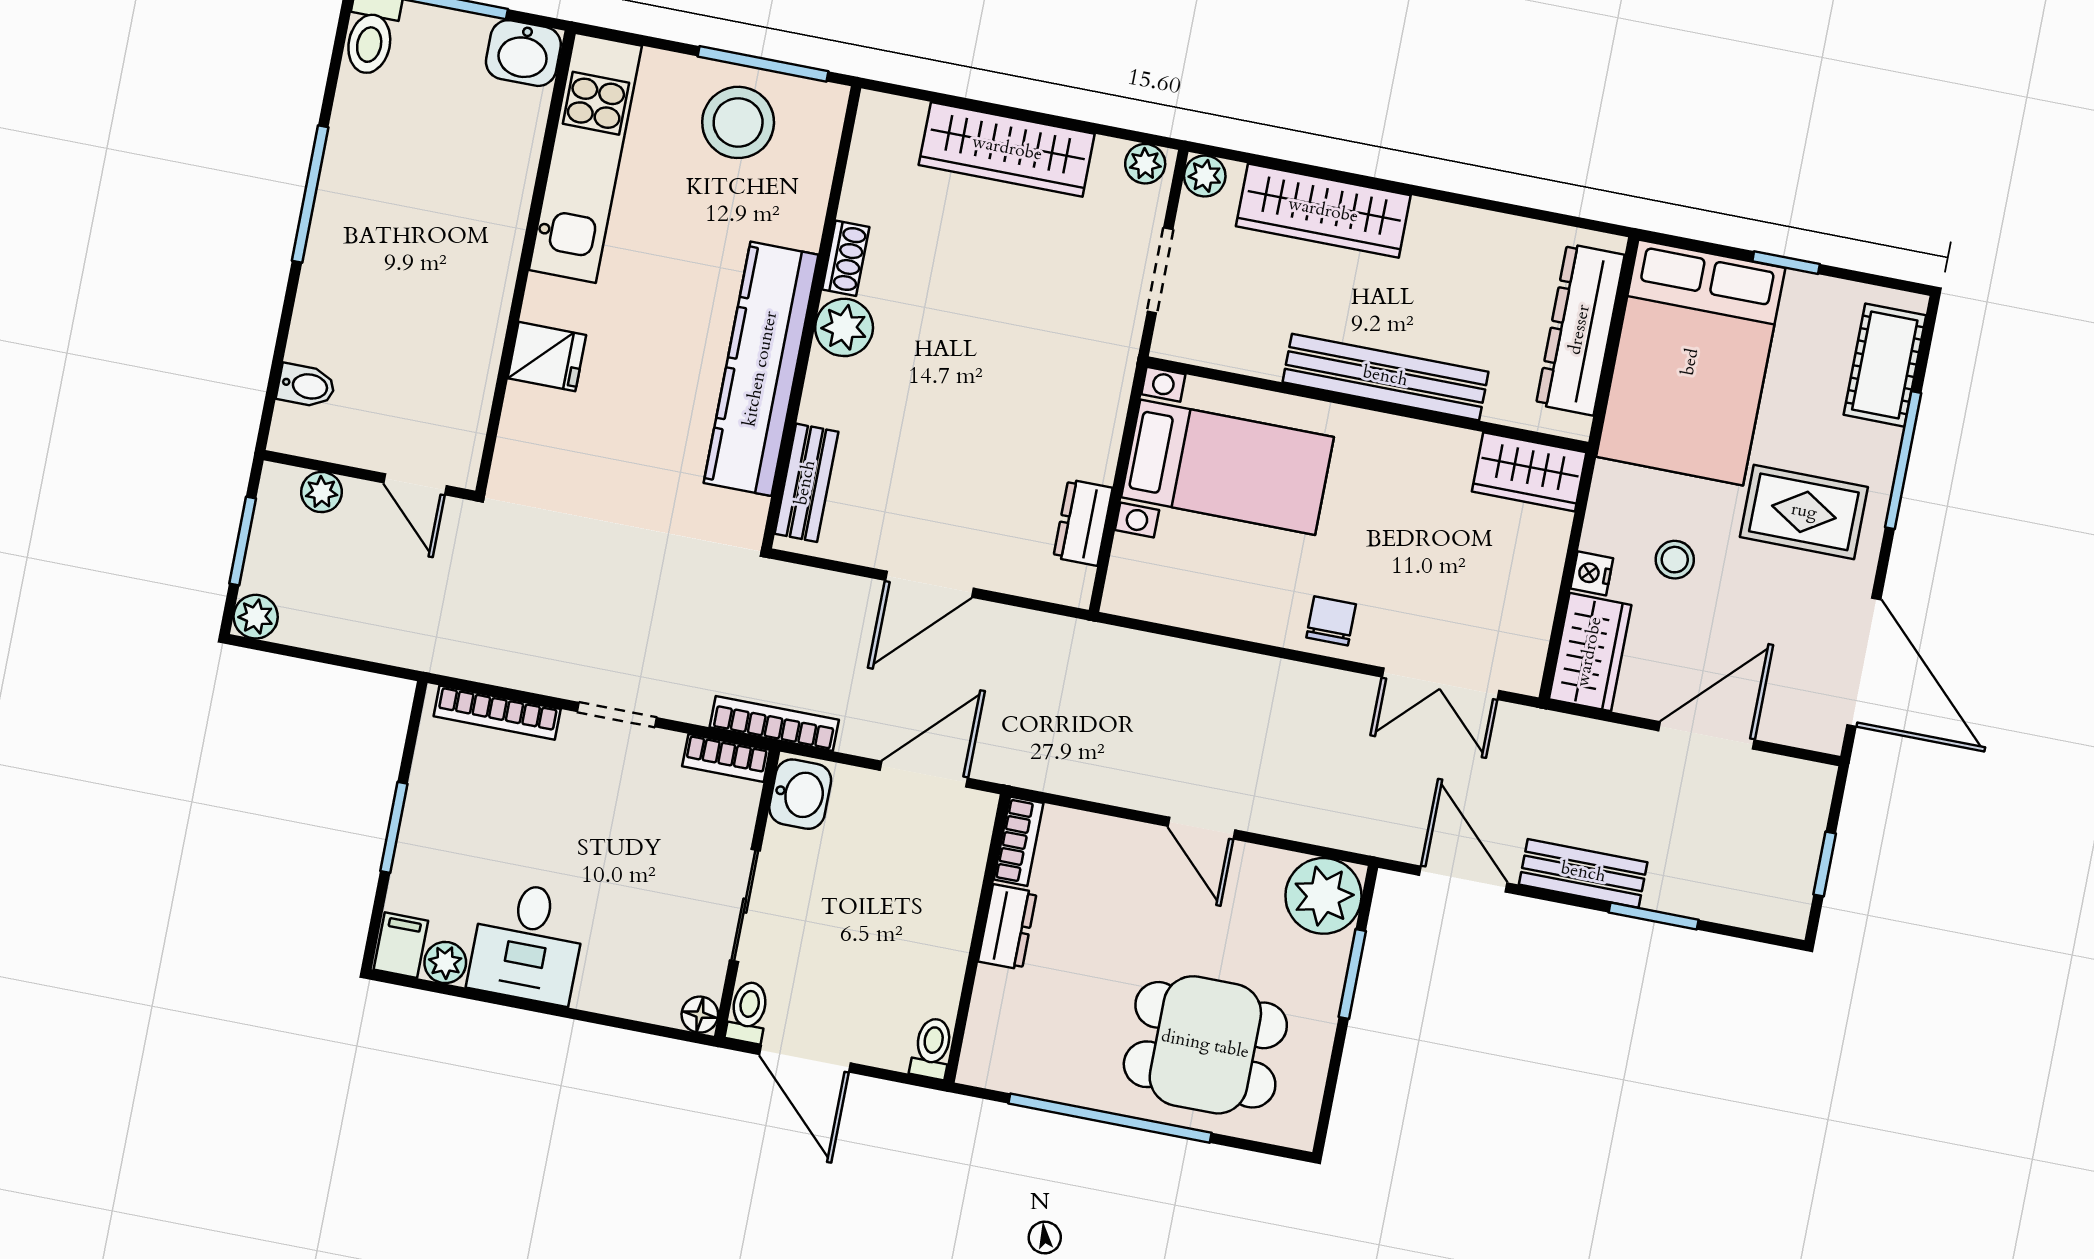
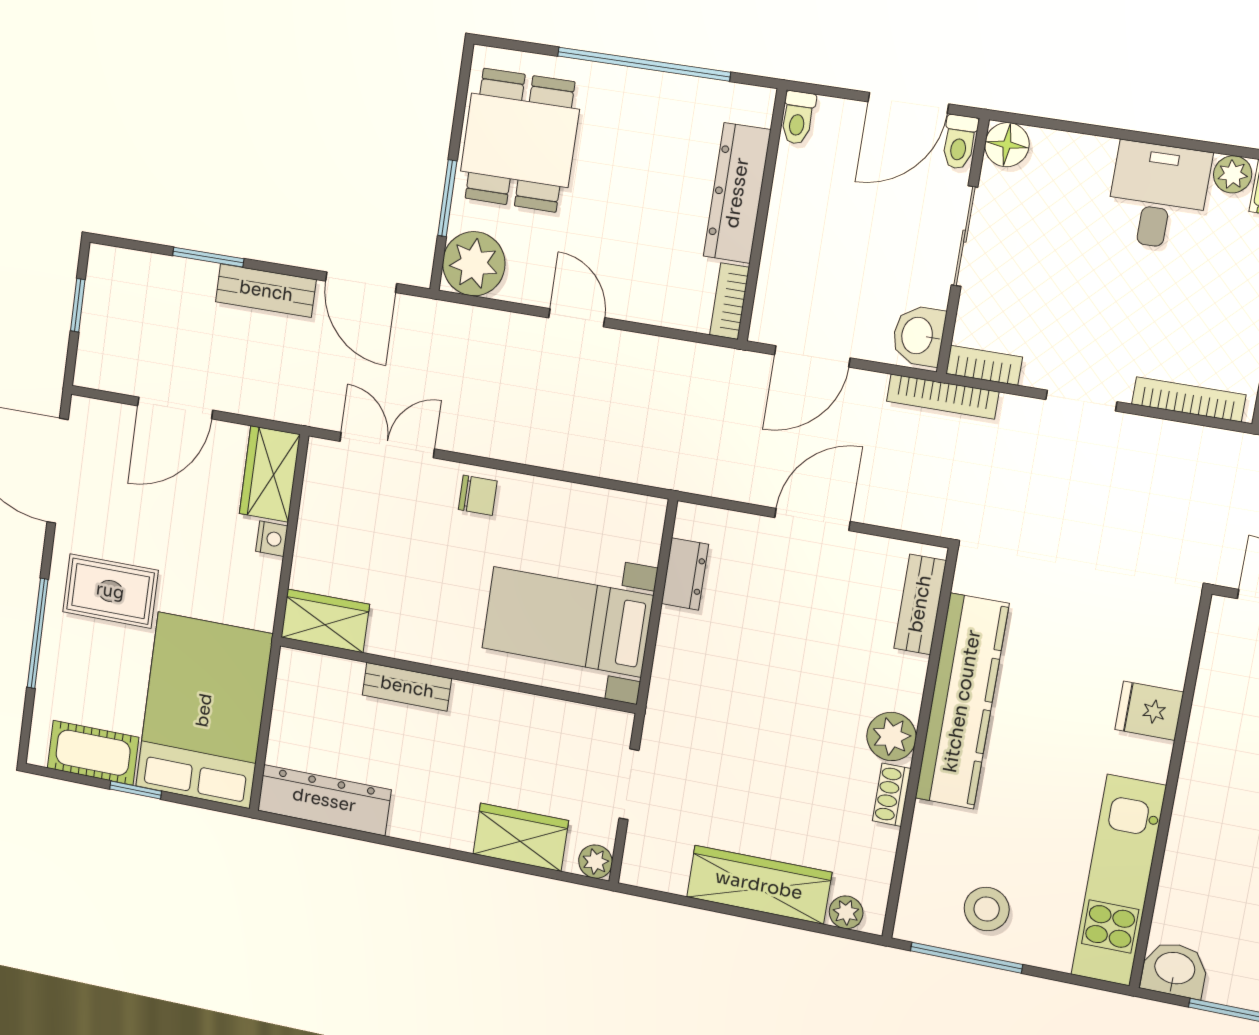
stool: (738, 122) -> (987, 909), width x0.73, depth x0.73
plant: (1145, 164) -> (846, 912), moved
wardrobe: (1323, 211) -> (521, 837), width x0.67
dresser: (1580, 330) -> (324, 800), moved, turned -90
cot: (1885, 365) -> (93, 753), moved, turned 90
bench: (1385, 377) -> (407, 687), width x0.54, depth x0.82
stool: (1675, 560) -> (208, 551), removed
chair: (1331, 621) -> (478, 495), turned -90
dresser: (1007, 927) -> (737, 193), width x1.96, depth x1.24
floor lamp: (700, 1015) -> (1007, 145), width x1.37, depth x1.37
dining table: (1205, 1045) -> (520, 140), moved, turned 90
door: (805, 1059) -> (908, 103), swing flipped

